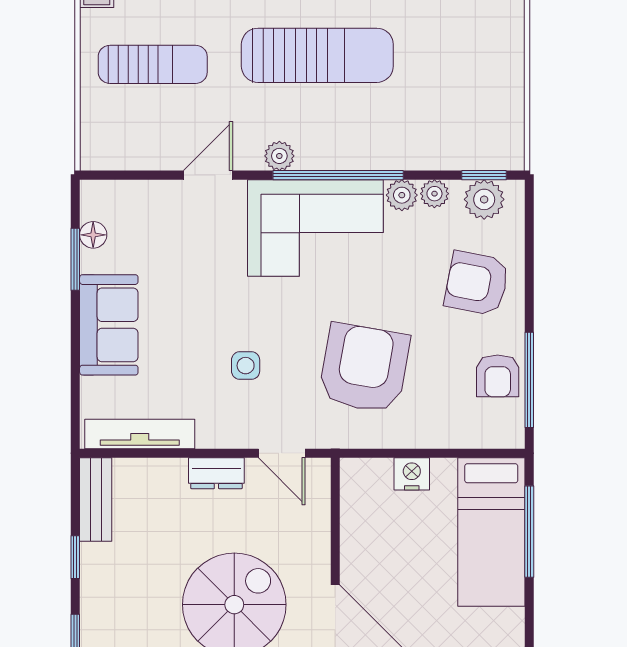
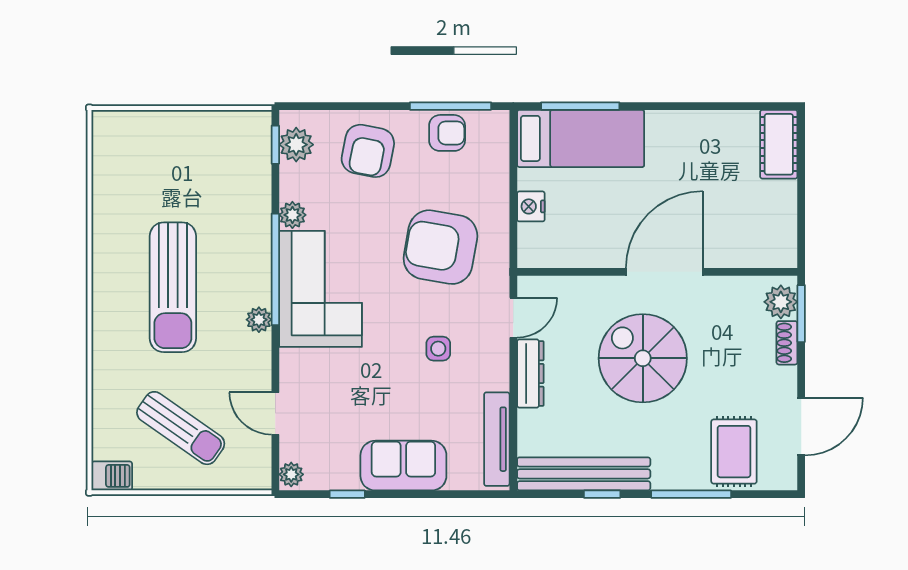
sun lounger: (317, 55) -> (173, 287), turned 180
sun lounger: (153, 64) -> (181, 428), turned 125
door: (208, 175) -> (275, 413), moved
plant: (434, 194) -> (291, 474), moved
floor lamp: (93, 235) -> (326, 479), removed
window: (75, 259) -> (347, 494), width x0.67
dresser: (216, 473) -> (530, 374), width x1.44
bench: (96, 499) -> (584, 474), width x1.86, depth x1.21

